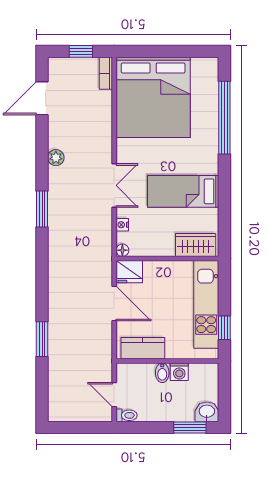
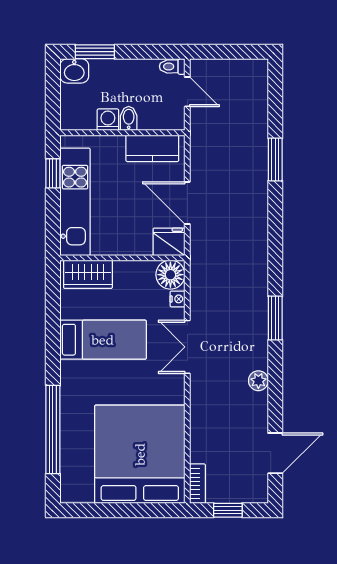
floor lamp: (122, 250) -> (170, 275), width x1.89, depth x1.89

